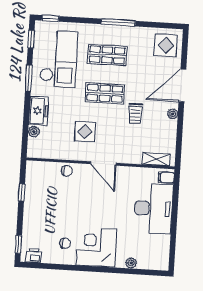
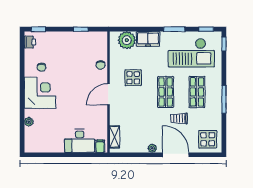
trolley: (135, 113) -> (179, 118), moved
plant: (34, 132) -> (127, 40), width x1.87, depth x1.87
desk: (153, 209) -> (80, 141), width x0.73, depth x0.77

